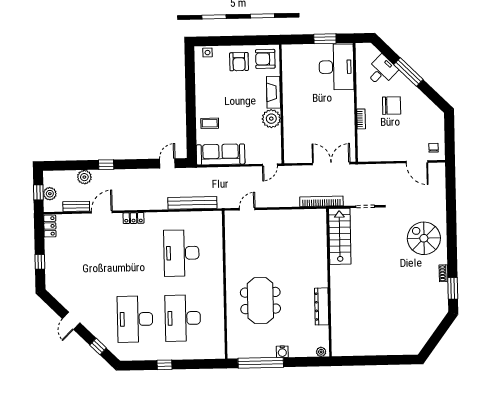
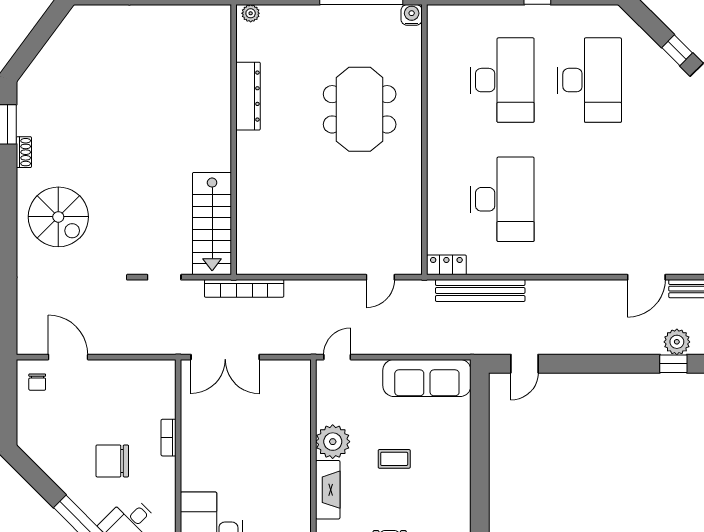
coffee table: (210, 123) -> (394, 459), moved
window: (106, 165) -> (673, 364), moved
locker: (134, 218) -> (446, 265), moved
window: (98, 347) -> (677, 50), moved
water cooler: (282, 352) -> (412, 15), moved

